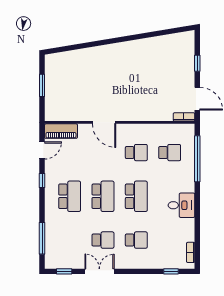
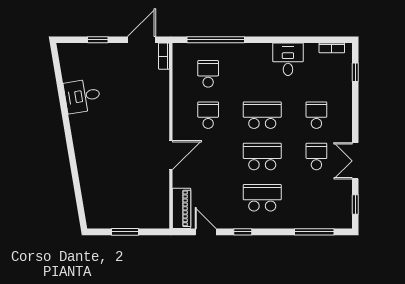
desk: (152, 51) -> (82, 96), added
desk: (181, 205) -> (288, 59), moved

